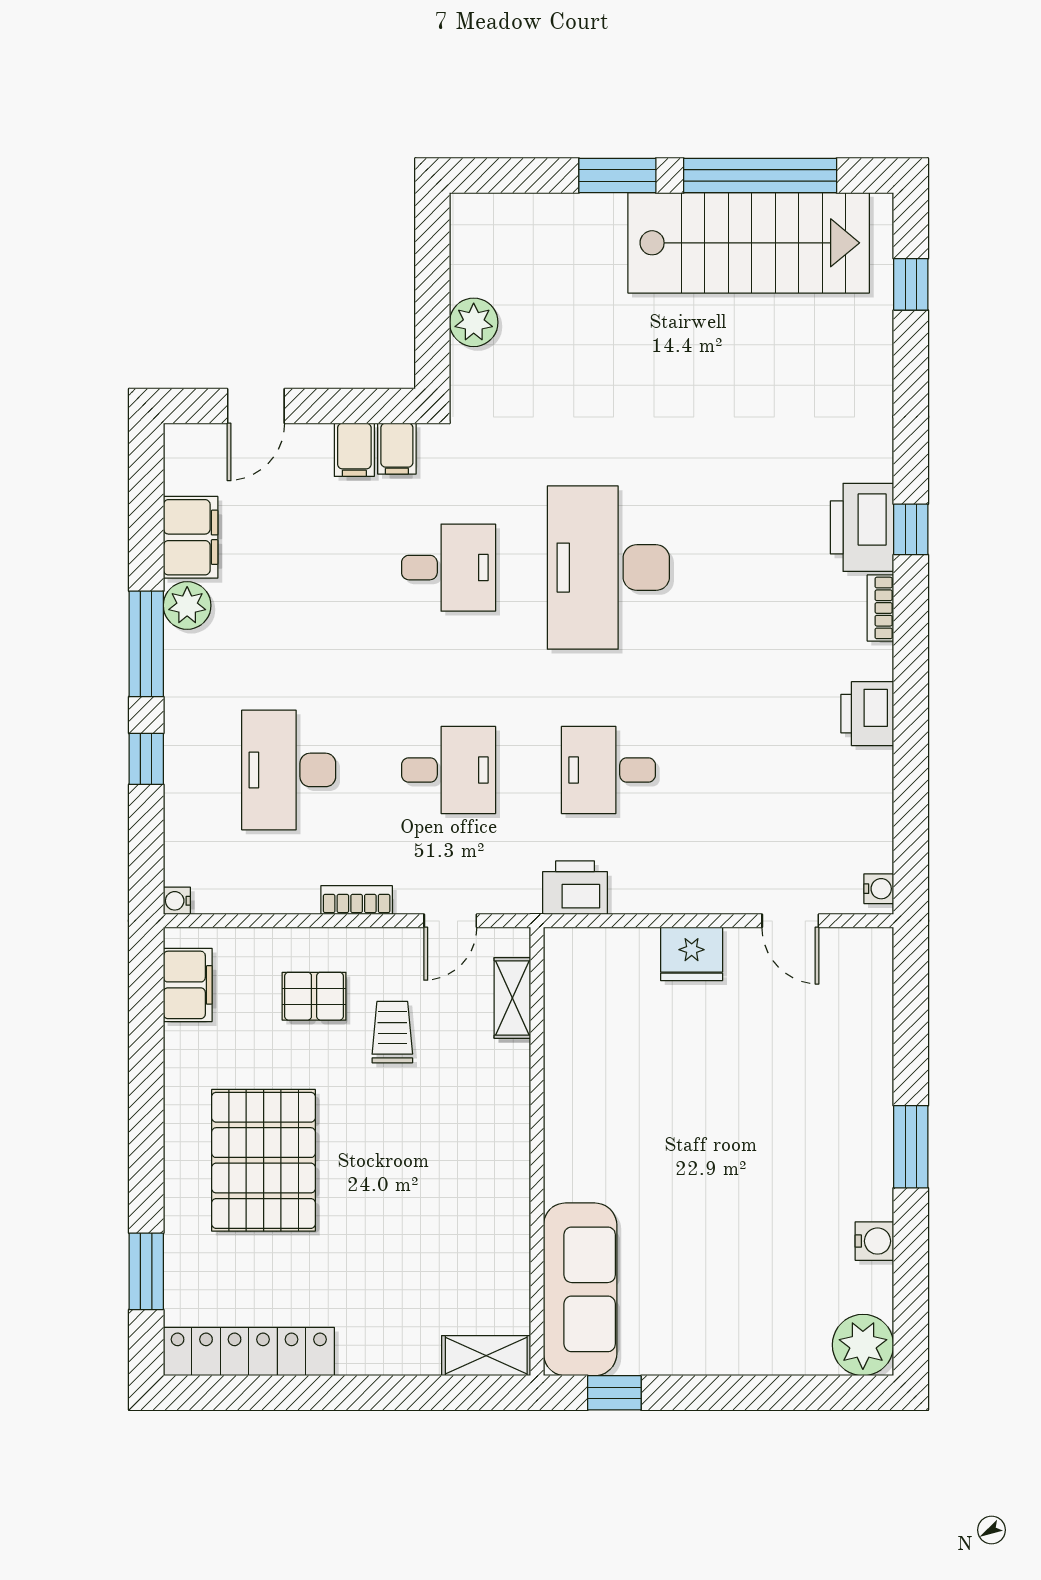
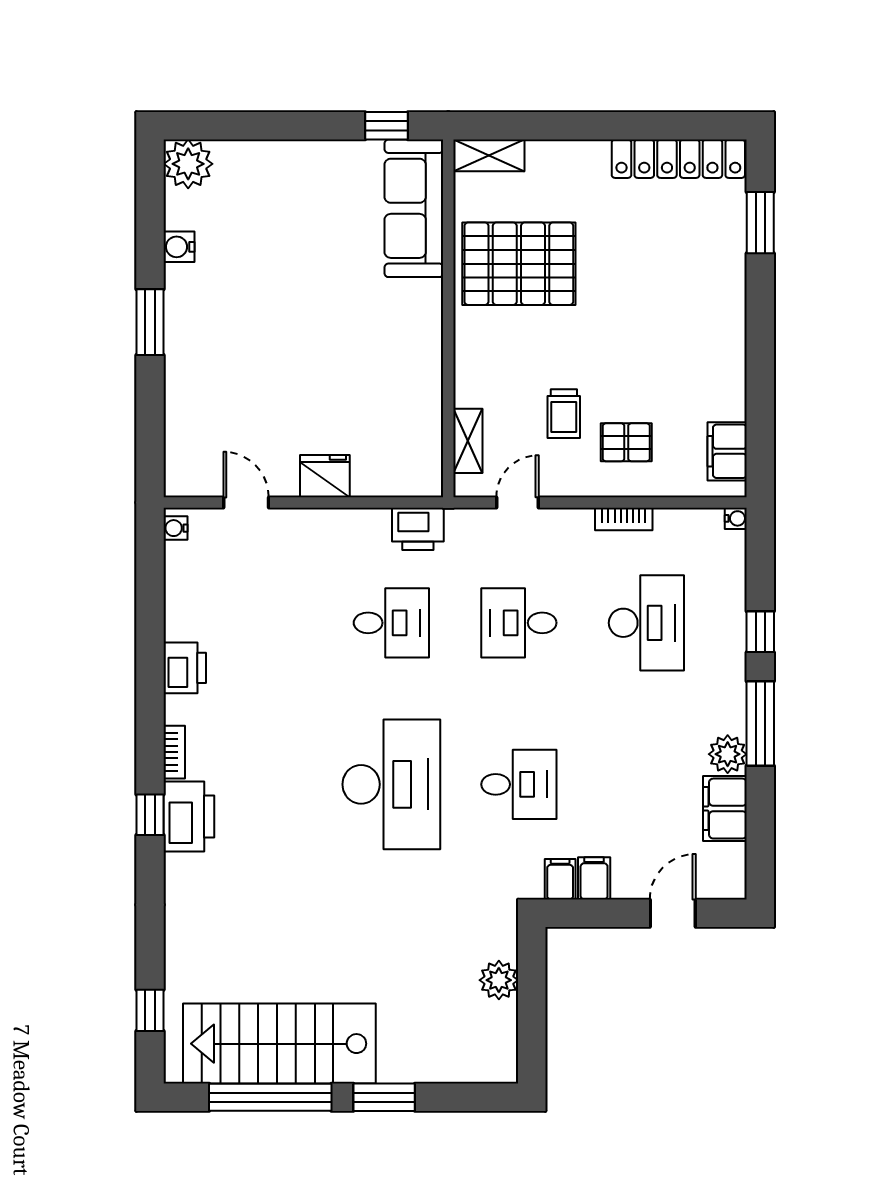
desk: (449, 568) -> (519, 784), turned 180
bookcase: (357, 900) -> (624, 519), moved
pallet: (264, 1160) -> (519, 264), moved, turned 90

